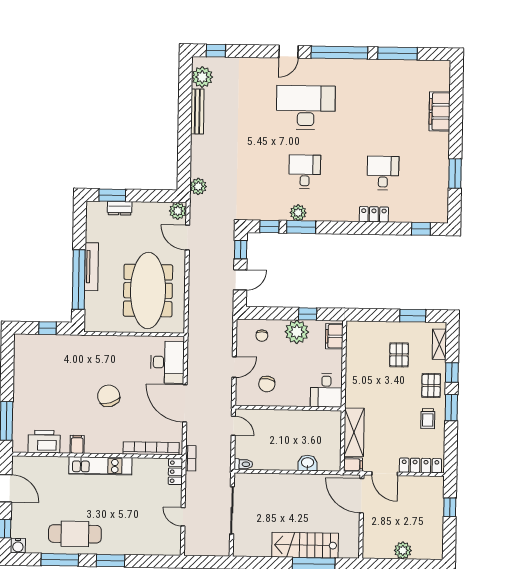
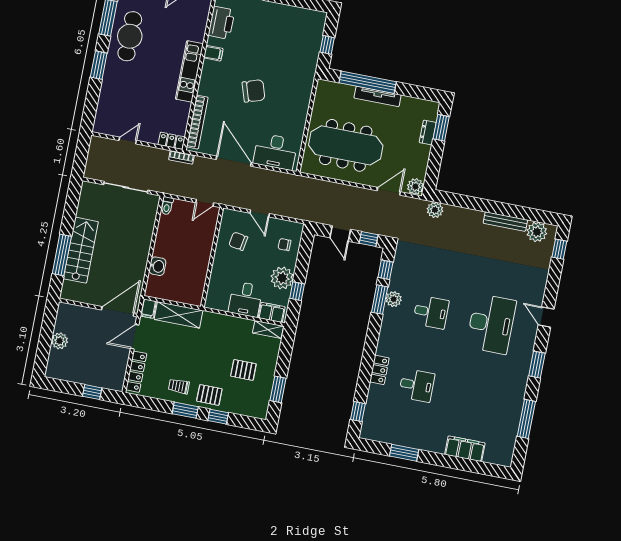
window: (339, 53) -> (537, 365), width x0.47
shelving: (439, 344) -> (268, 330), moved
desk: (326, 390) -> (245, 299), moved, turned -90
door: (185, 403) -> (234, 161), hinge flipped

